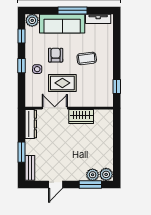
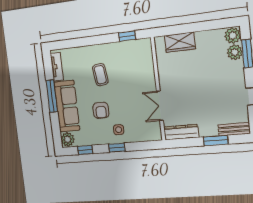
armchair: (56, 55) -> (101, 110), turned -90
rug: (62, 83) -> (131, 100), removed
wardrobe: (81, 117) -> (180, 42), moved, turned 90

